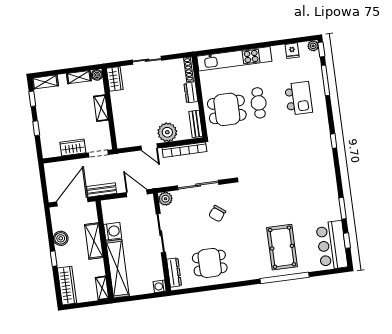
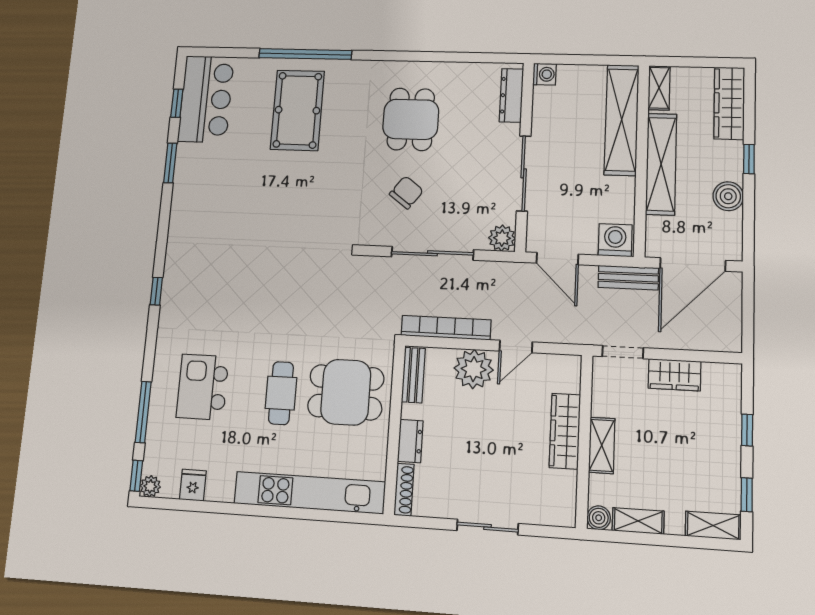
wardrobe: (115, 79) -> (565, 431), moved, width x1.50
door: (149, 147) -> (516, 346), swing flipped
washing machine: (113, 231) -> (615, 240), moved, turned 90
shelving: (94, 241) -> (661, 164), width x1.47
dining table: (210, 263) -> (411, 119), moved, turned 90

